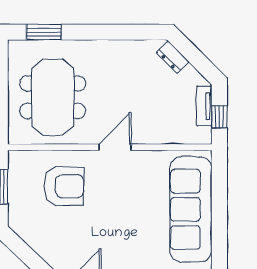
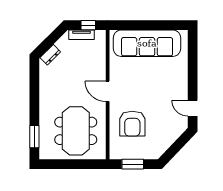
meeting table: (53, 97) -> (76, 131), turned 90
armchair: (64, 186) -> (132, 124), turned 180

